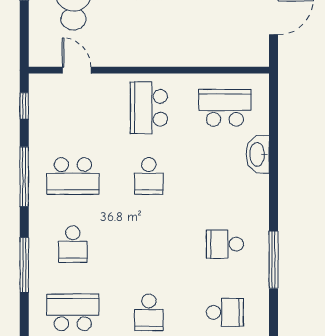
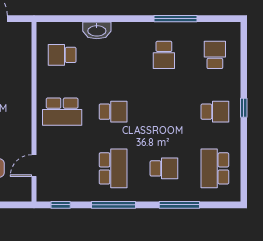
school desk: (225, 108) -> (62, 55), width x0.54

